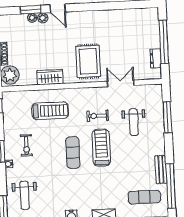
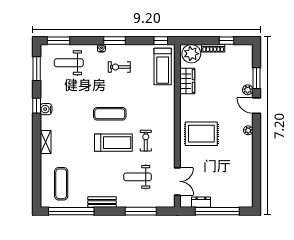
door: (58, 8) -> (256, 106), hinge flipped
plant: (32, 18) -> (248, 130), moved
wardrobe: (50, 77) -> (187, 81), moved
double door: (121, 83) -> (177, 181), moved
treadmill: (50, 111) -> (163, 66), moved
bench: (161, 169) -> (102, 202), moved

